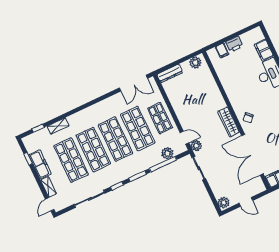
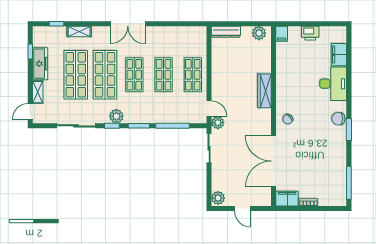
filing cabinet: (222, 51) -> (282, 34), moved
double door: (133, 83) -> (128, 24), moved
wardrobe: (229, 122) -> (264, 91), moved
shop shelf: (138, 129) -> (164, 75), width x0.70, depth x0.74
shop shelf: (116, 139) -> (134, 75), width x0.70, depth x0.74
plant: (167, 153) -> (116, 116), moved

